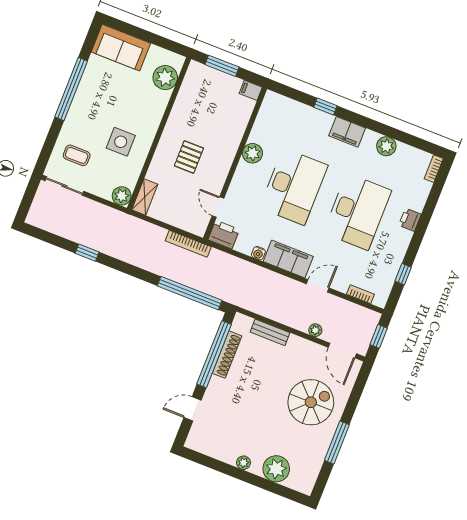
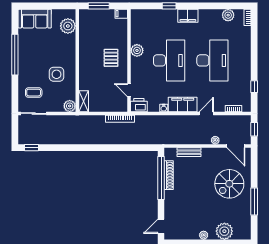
plant: (386, 146) -> (228, 15), moved
pallet: (189, 157) -> (111, 58), moved
printer: (410, 220) -> (245, 53), removed
window: (87, 253) -> (32, 148), moved
window: (190, 293) -> (132, 148), removed
spiral stairs: (311, 402) -> (229, 184), turned 180
door: (193, 409) -> (161, 226), moved

